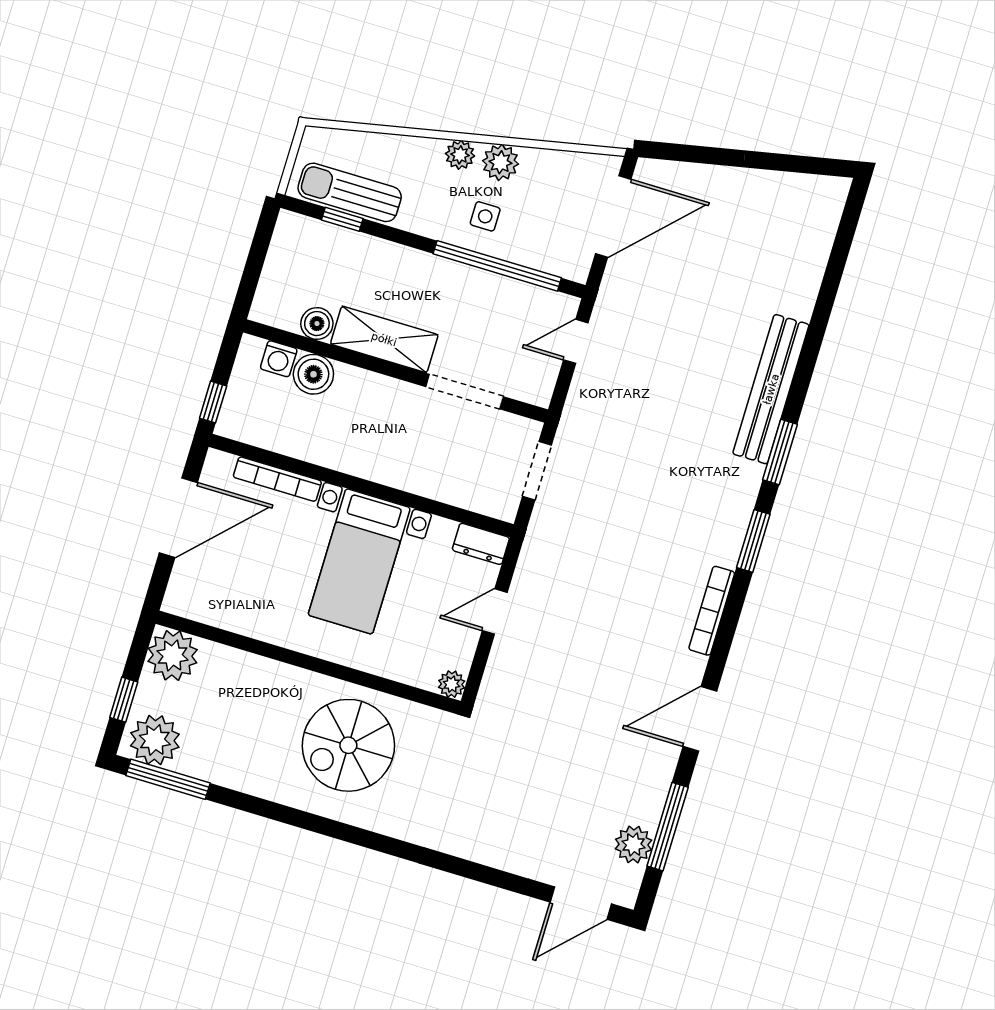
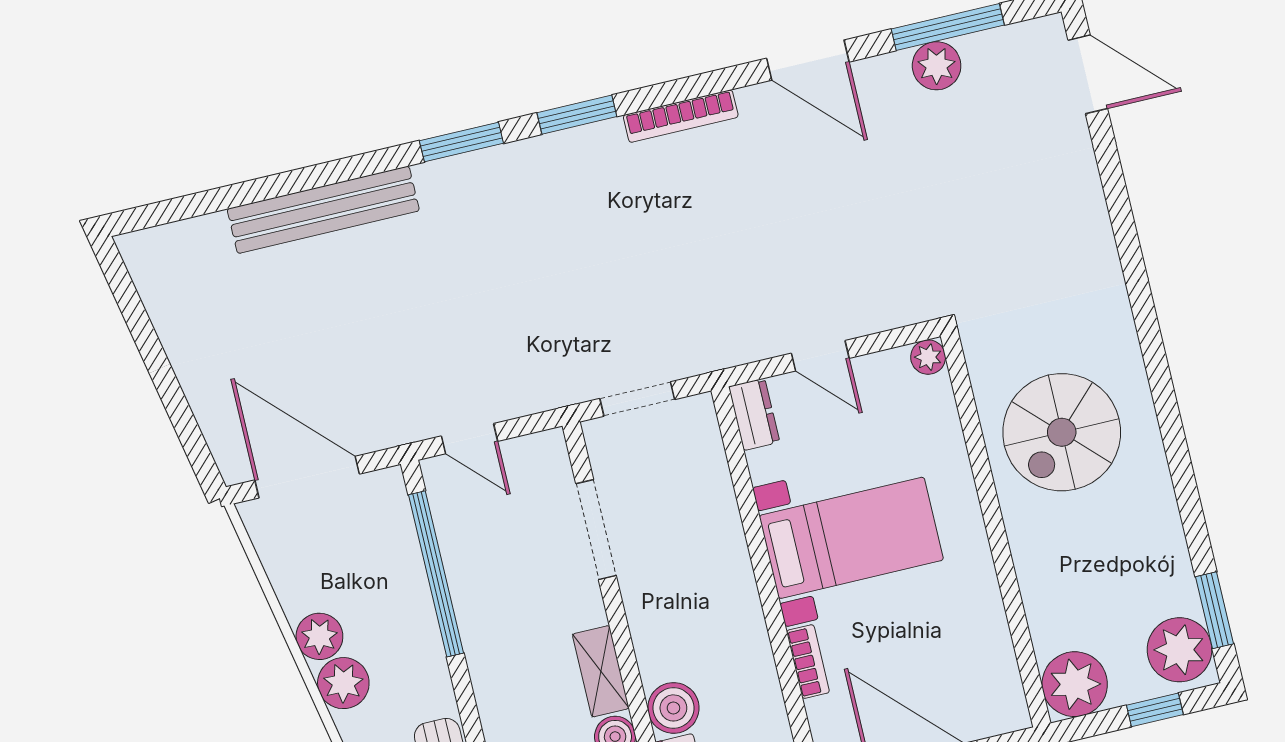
plant: (460, 155) -> (343, 683), width x1.38, depth x1.38
side table: (485, 216) -> (389, 619), removed
shelving: (384, 339) -> (601, 671), width x0.67, depth x0.75
bench: (771, 389) -> (323, 210), moved
bookcase: (277, 479) -> (808, 662), width x0.64
spiral stairs: (348, 745) -> (1062, 432), turned 90
window: (168, 779) -> (1215, 610), width x0.69
plant: (634, 844) -> (937, 66), moved

